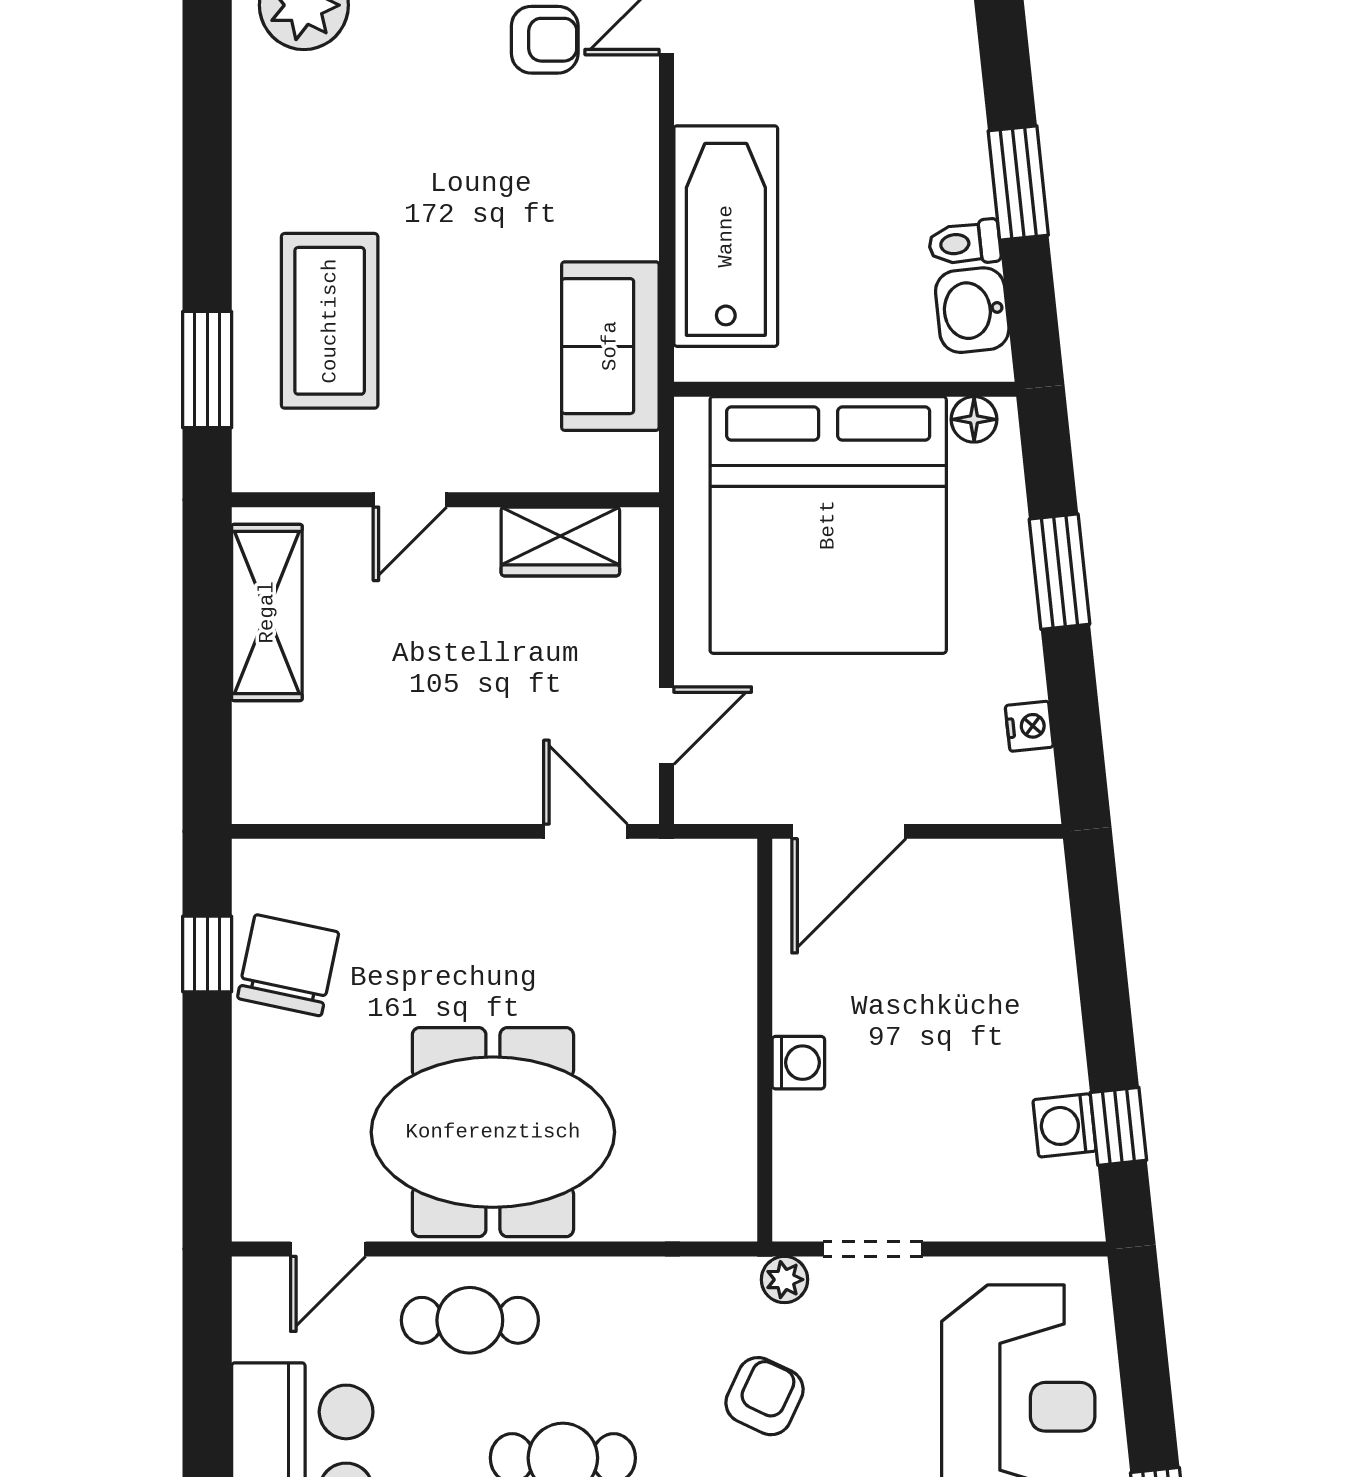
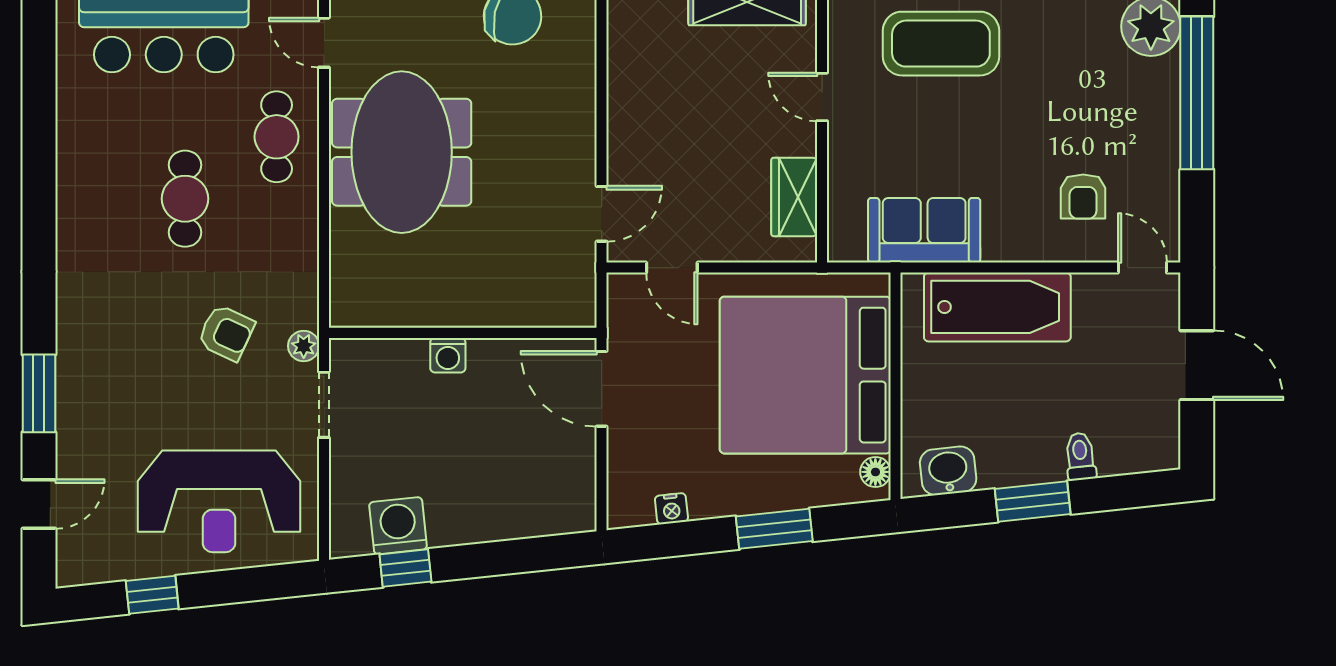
armchair: (545, 40) -> (1083, 197), moved
toilet: (965, 243) -> (1080, 456), moved
washing machine: (1064, 1125) -> (398, 526), width x1.38, depth x1.38

